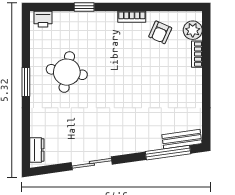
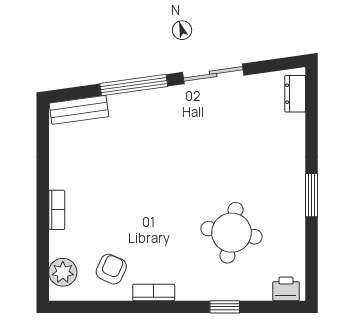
bookcase: (197, 54) -> (57, 210), moved
round table: (67, 72) -> (231, 233), moved
window: (168, 153) -> (134, 85), moved

